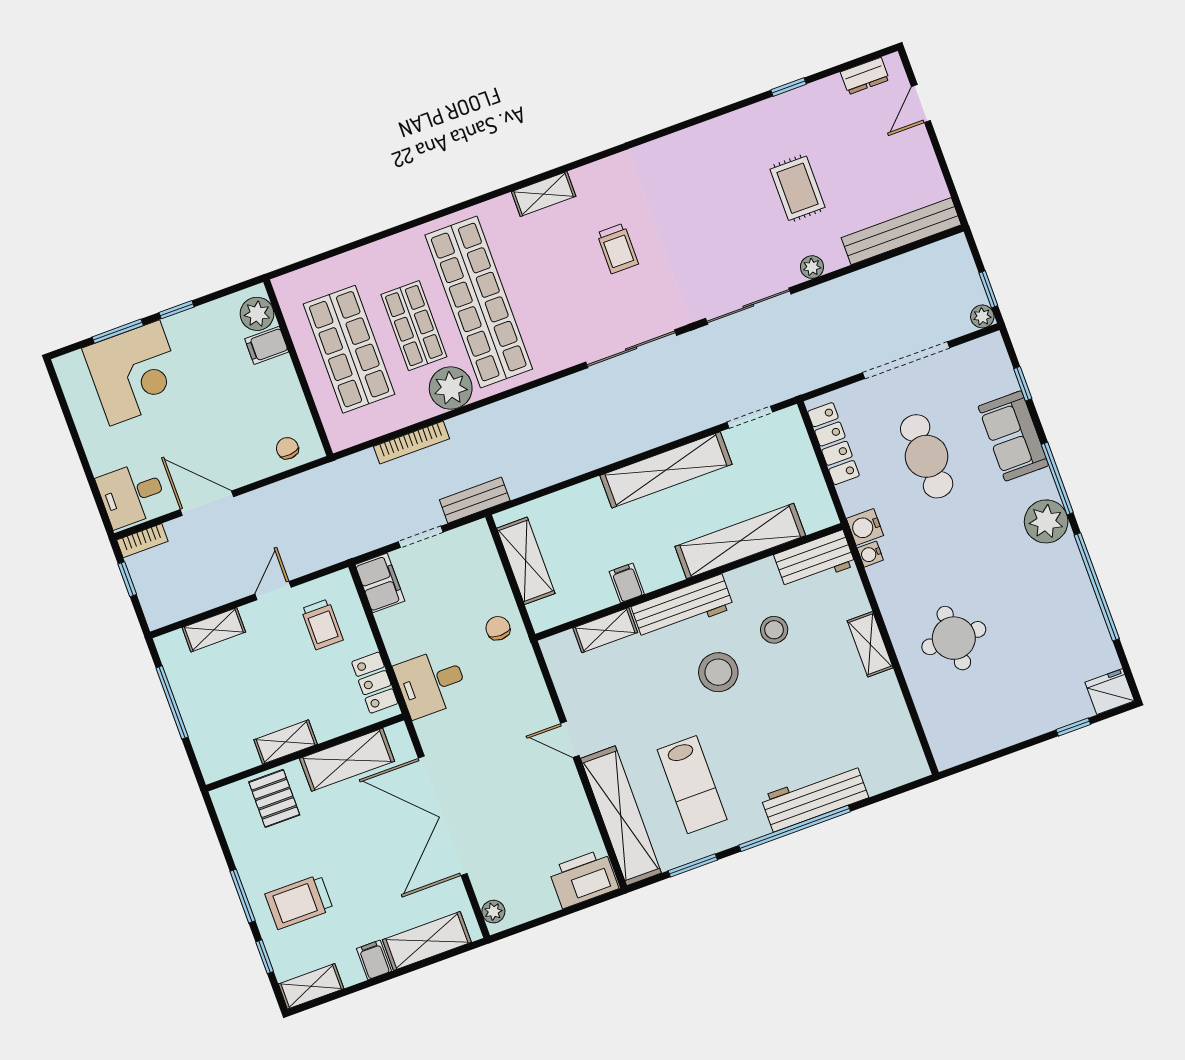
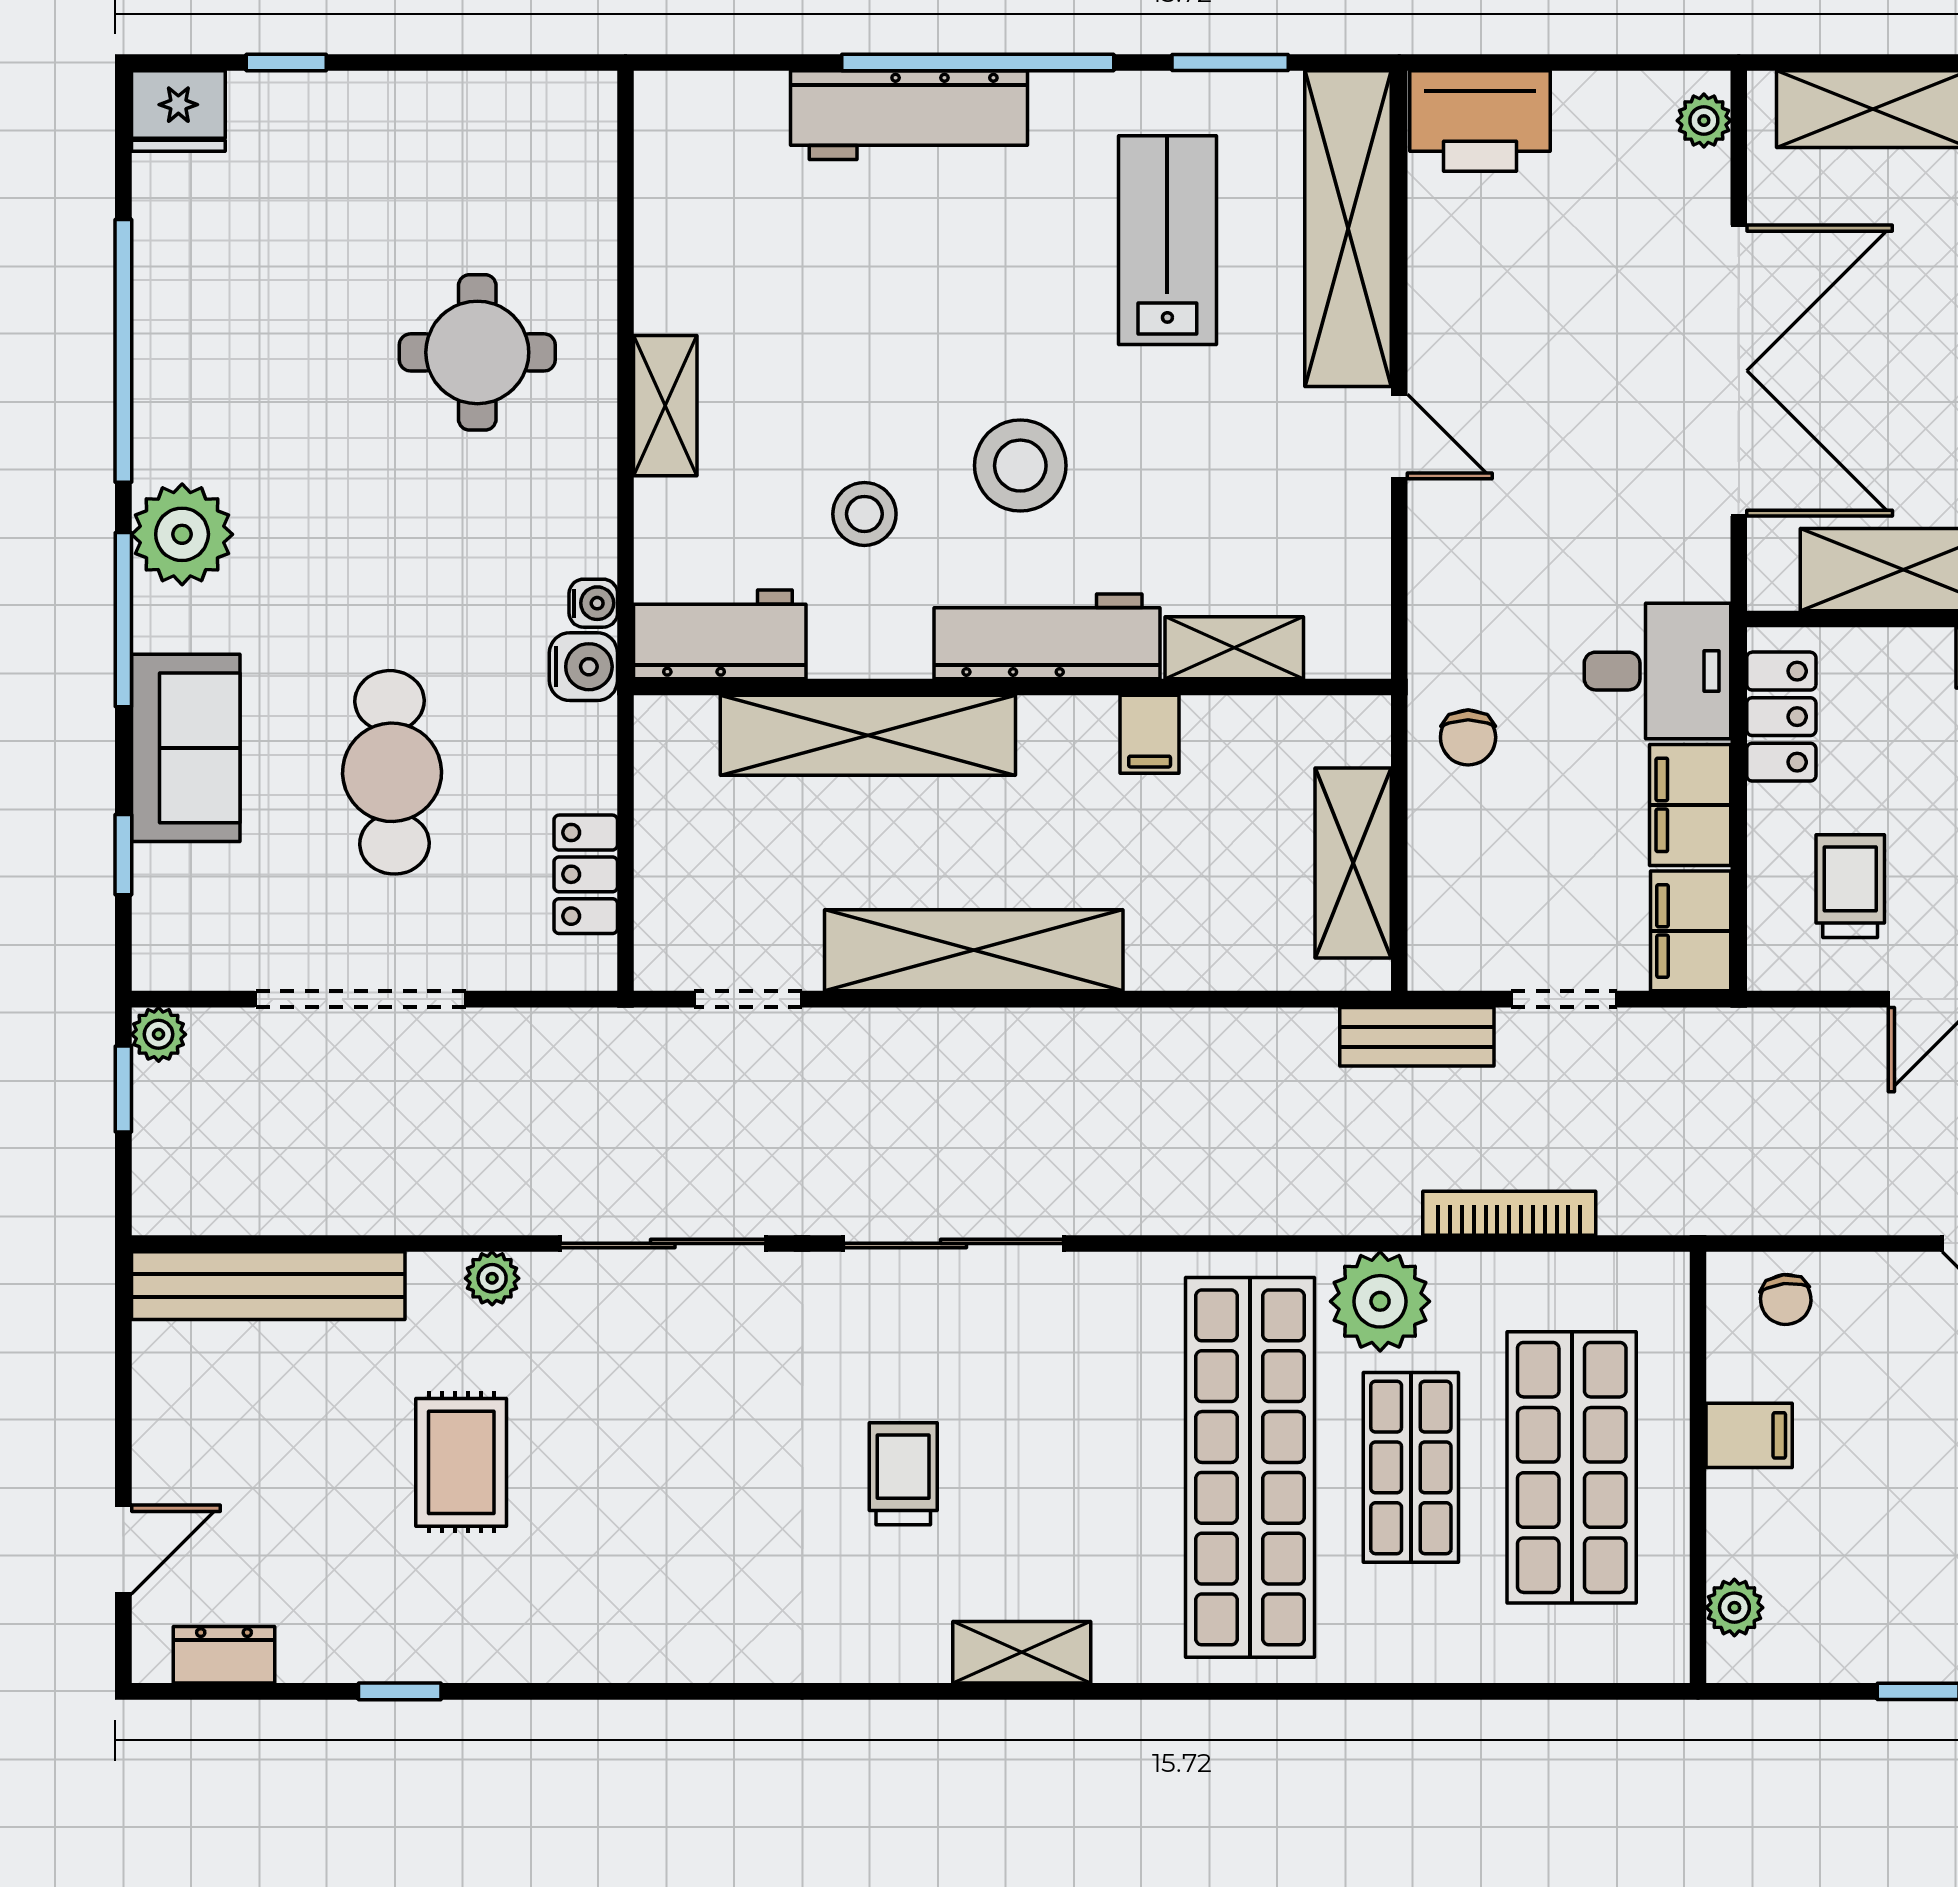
plant: (257, 314) -> (1734, 1608), width x0.73, depth x0.73
filing cabinet: (267, 345) -> (1749, 1435), moved
locker: (834, 444) -> (586, 874), width x0.66
filing cabinet: (399, 634) -> (1690, 805), added

